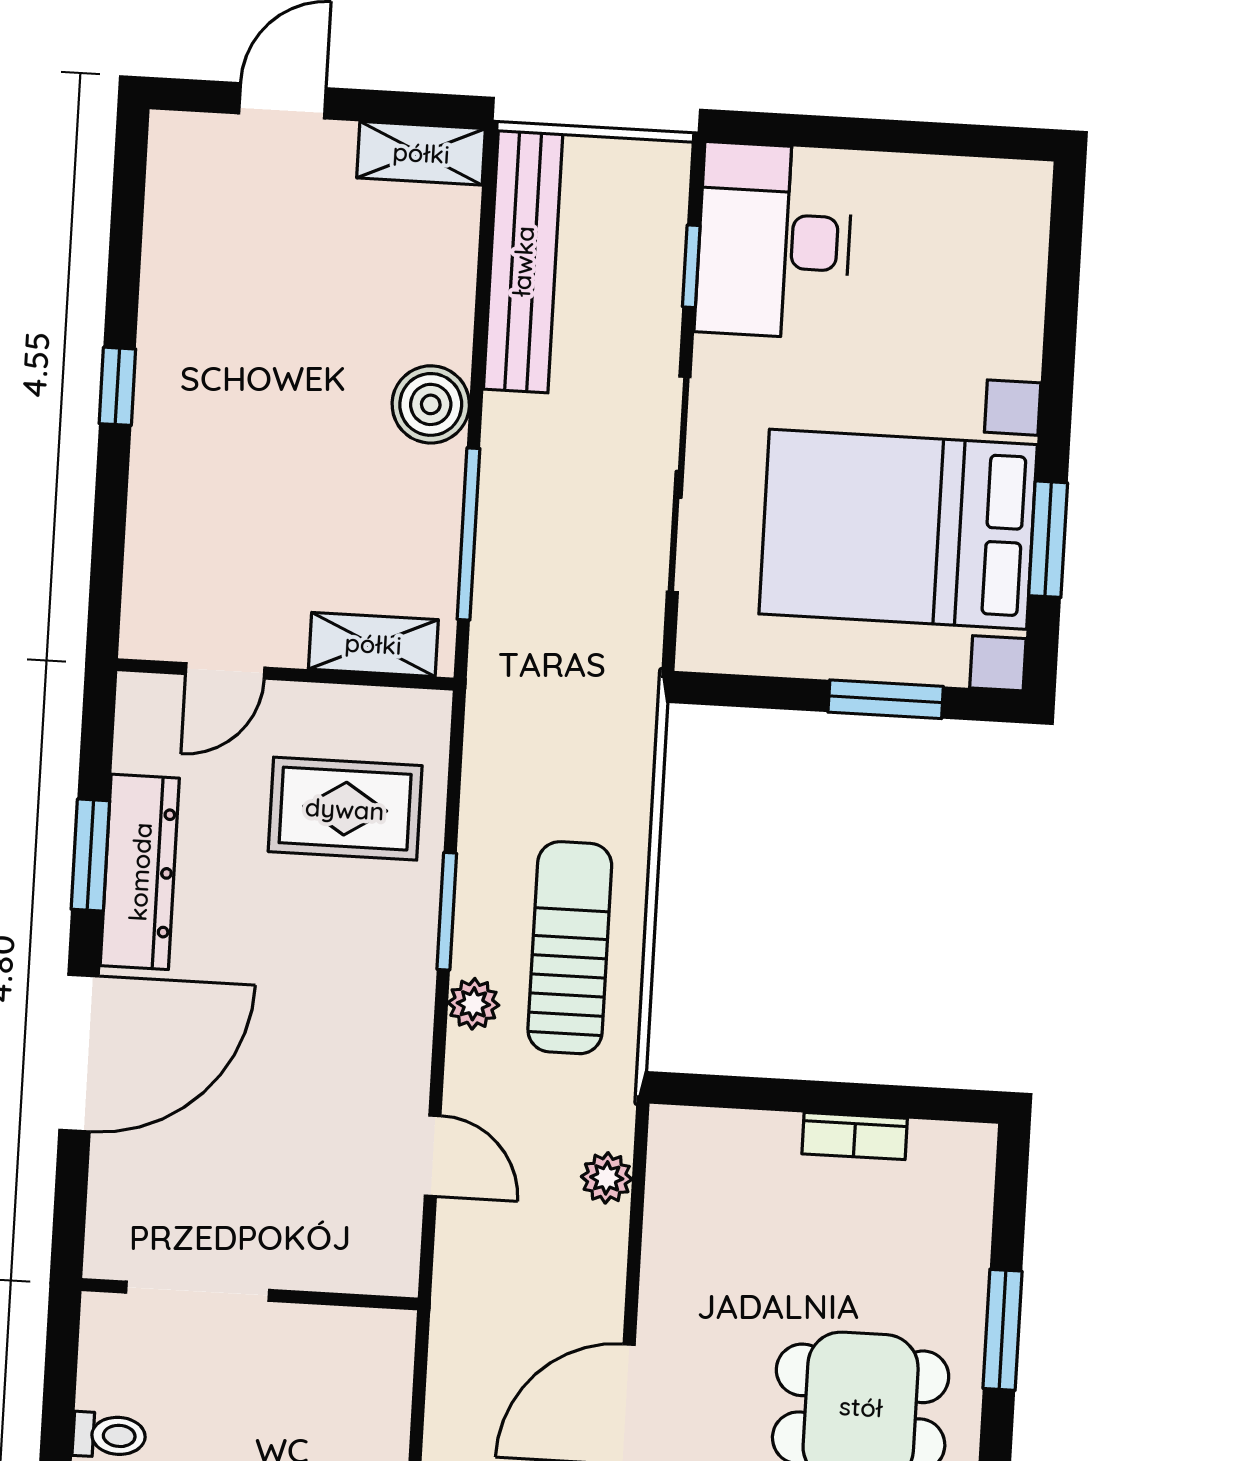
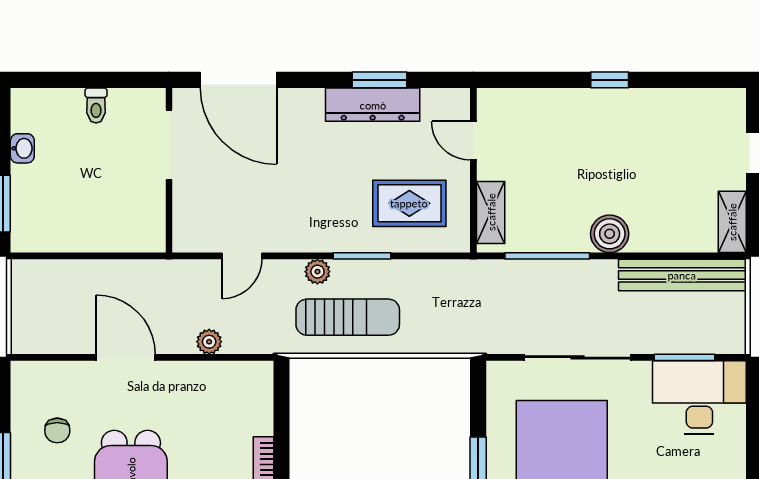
window: (691, 266) -> (685, 357), width x1.50
rug: (345, 809) -> (409, 203), turned 90
door: (79, 1053) -> (238, 80), moved
plant: (607, 1178) -> (209, 342), moved

